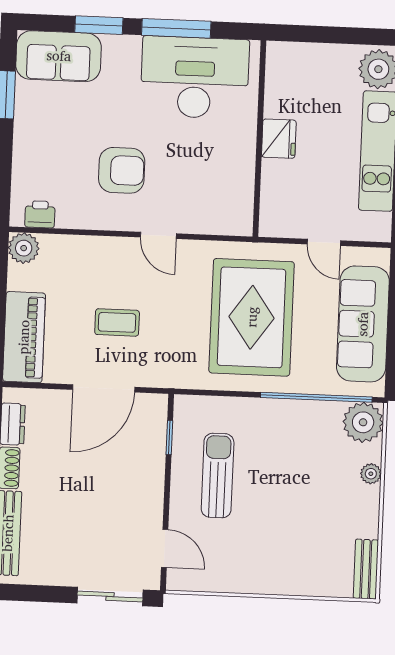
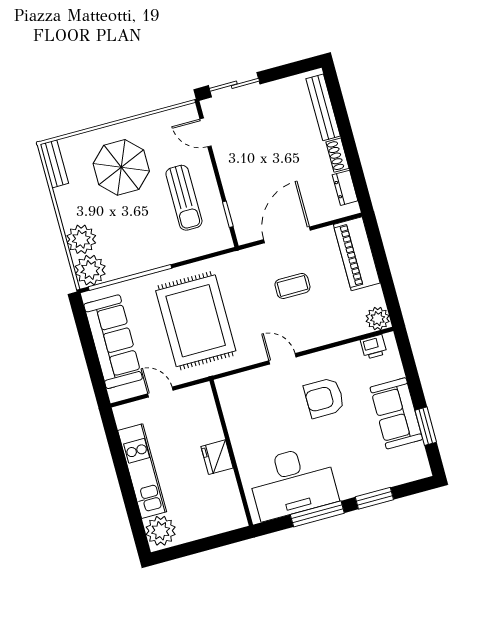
sofa: (59, 56) -> (396, 413), moved, turned -90
plant: (371, 474) -> (81, 239), width x1.88, depth x1.88
parasol: (284, 538) -> (121, 167), added

